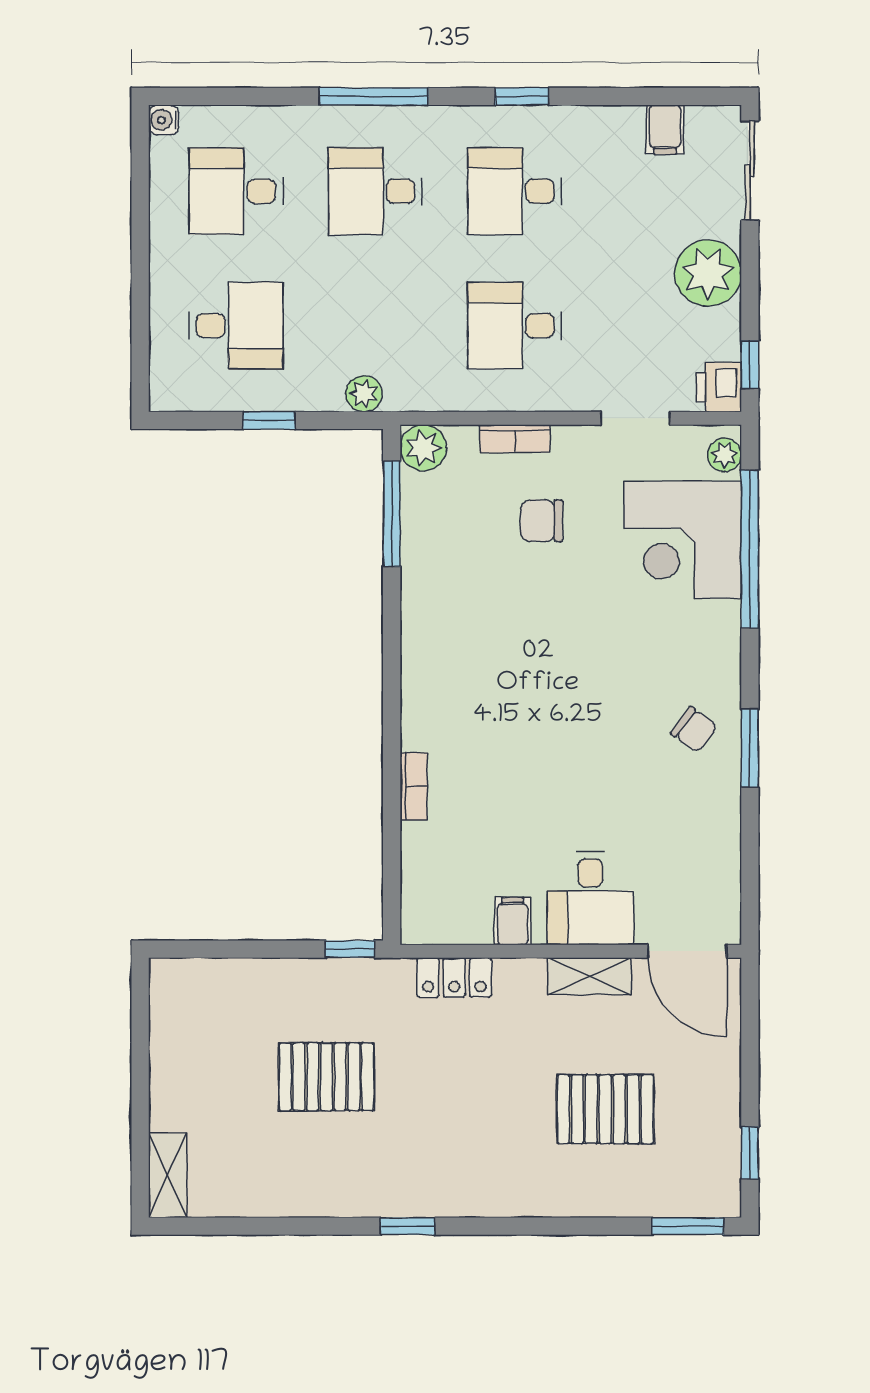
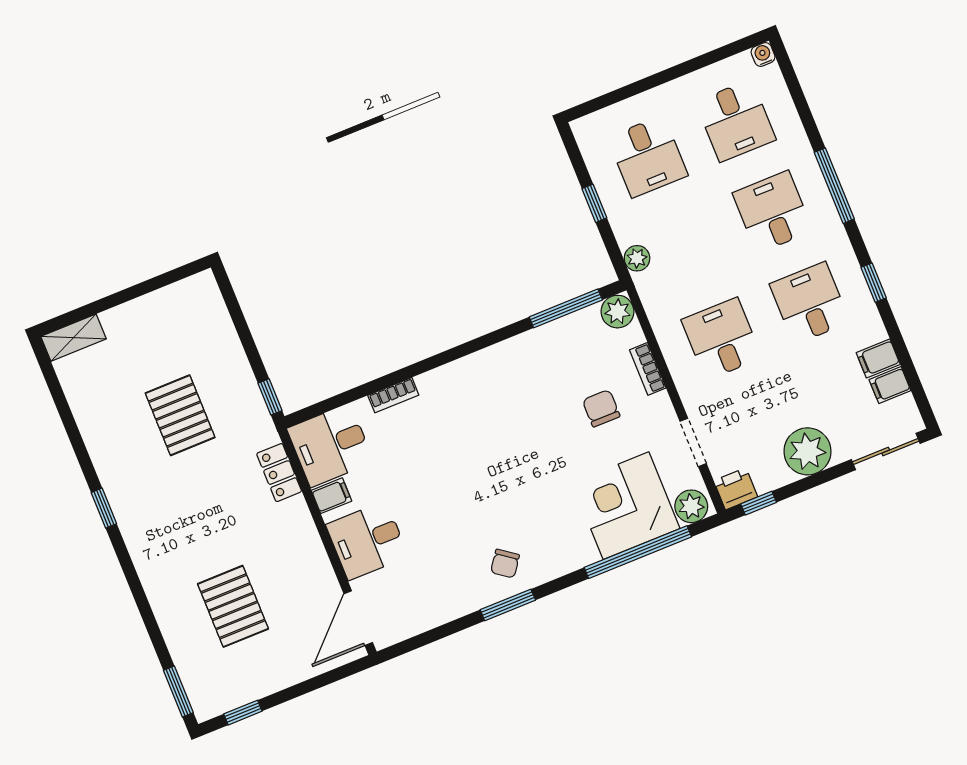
filing cabinet: (624, 131) -> (878, 358), added
desk: (236, 191) -> (736, 121), turned 180
plant: (724, 455) -> (691, 506), width x1.38, depth x1.38
desk: (446, 896) -> (330, 445), added
shelving: (589, 976) -> (316, 561), removed

